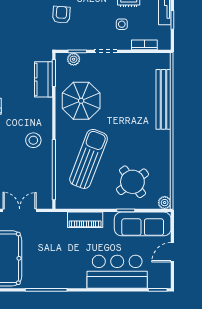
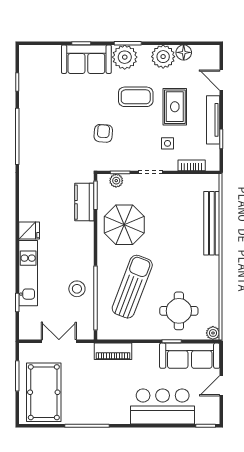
stool: (33, 140) -> (77, 289), moved
round table: (132, 182) -> (179, 311), turned 36
piano: (85, 220) -> (113, 351), moved

